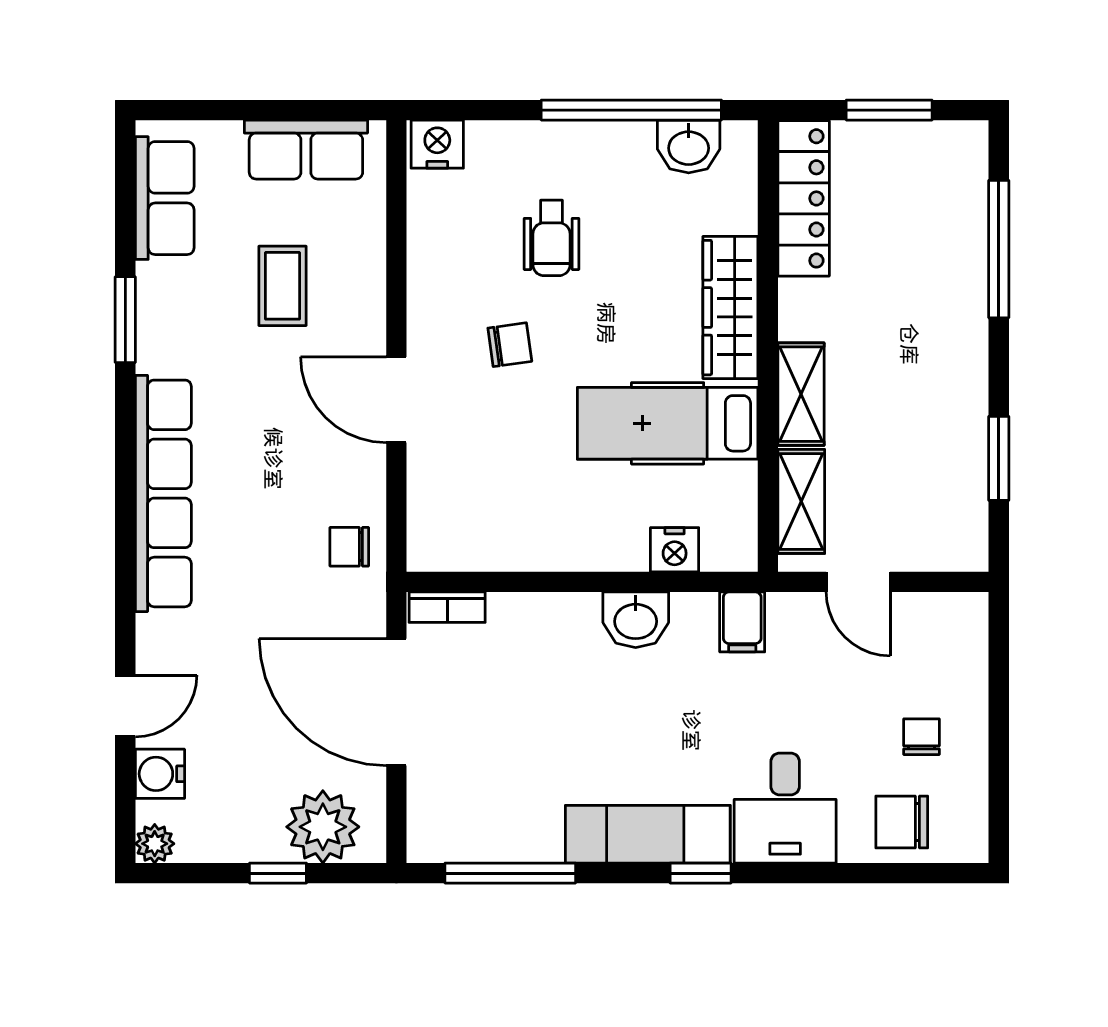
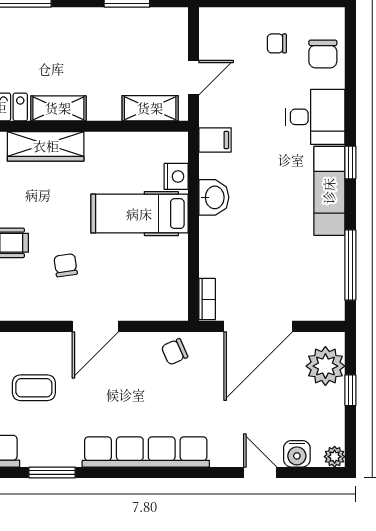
shelving: (801, 394) -> (58, 108), moved
hospital bed: (668, 423) -> (139, 214), moved, turned 90
chair: (349, 547) -> (175, 352), turned 66

